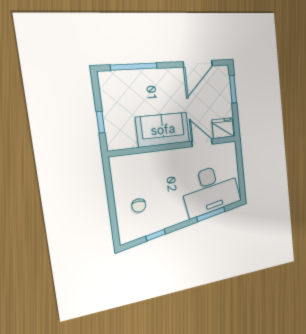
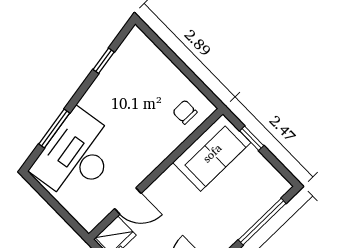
sofa: (163, 130) -> (212, 153), moved
chair: (139, 206) -> (185, 112), moved

